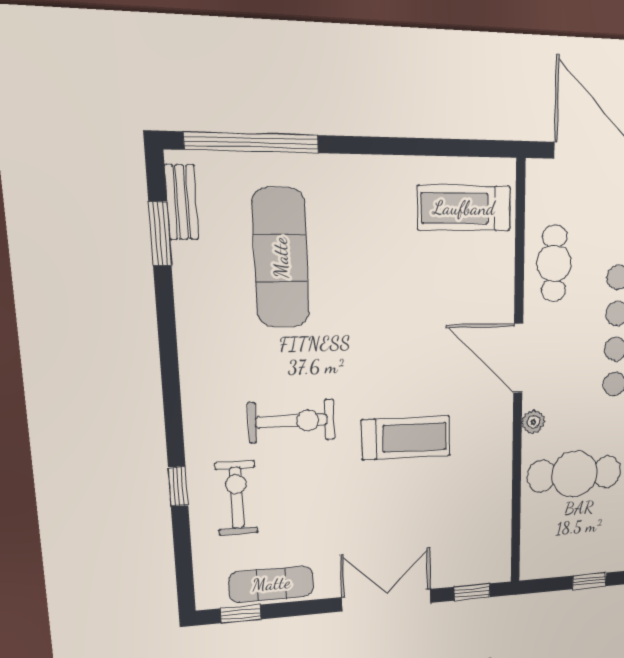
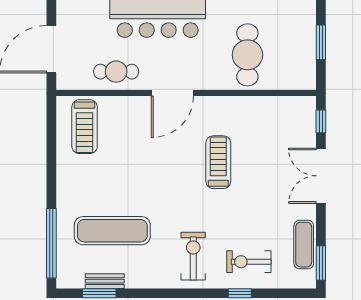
bench: (182, 202) -> (105, 281), moved
exercise bike: (292, 421) -> (193, 256), moved
plant: (533, 422) -> (212, 83), removed
window: (589, 581) -> (321, 42), width x1.50
window: (241, 614) -> (321, 263), width x1.50

